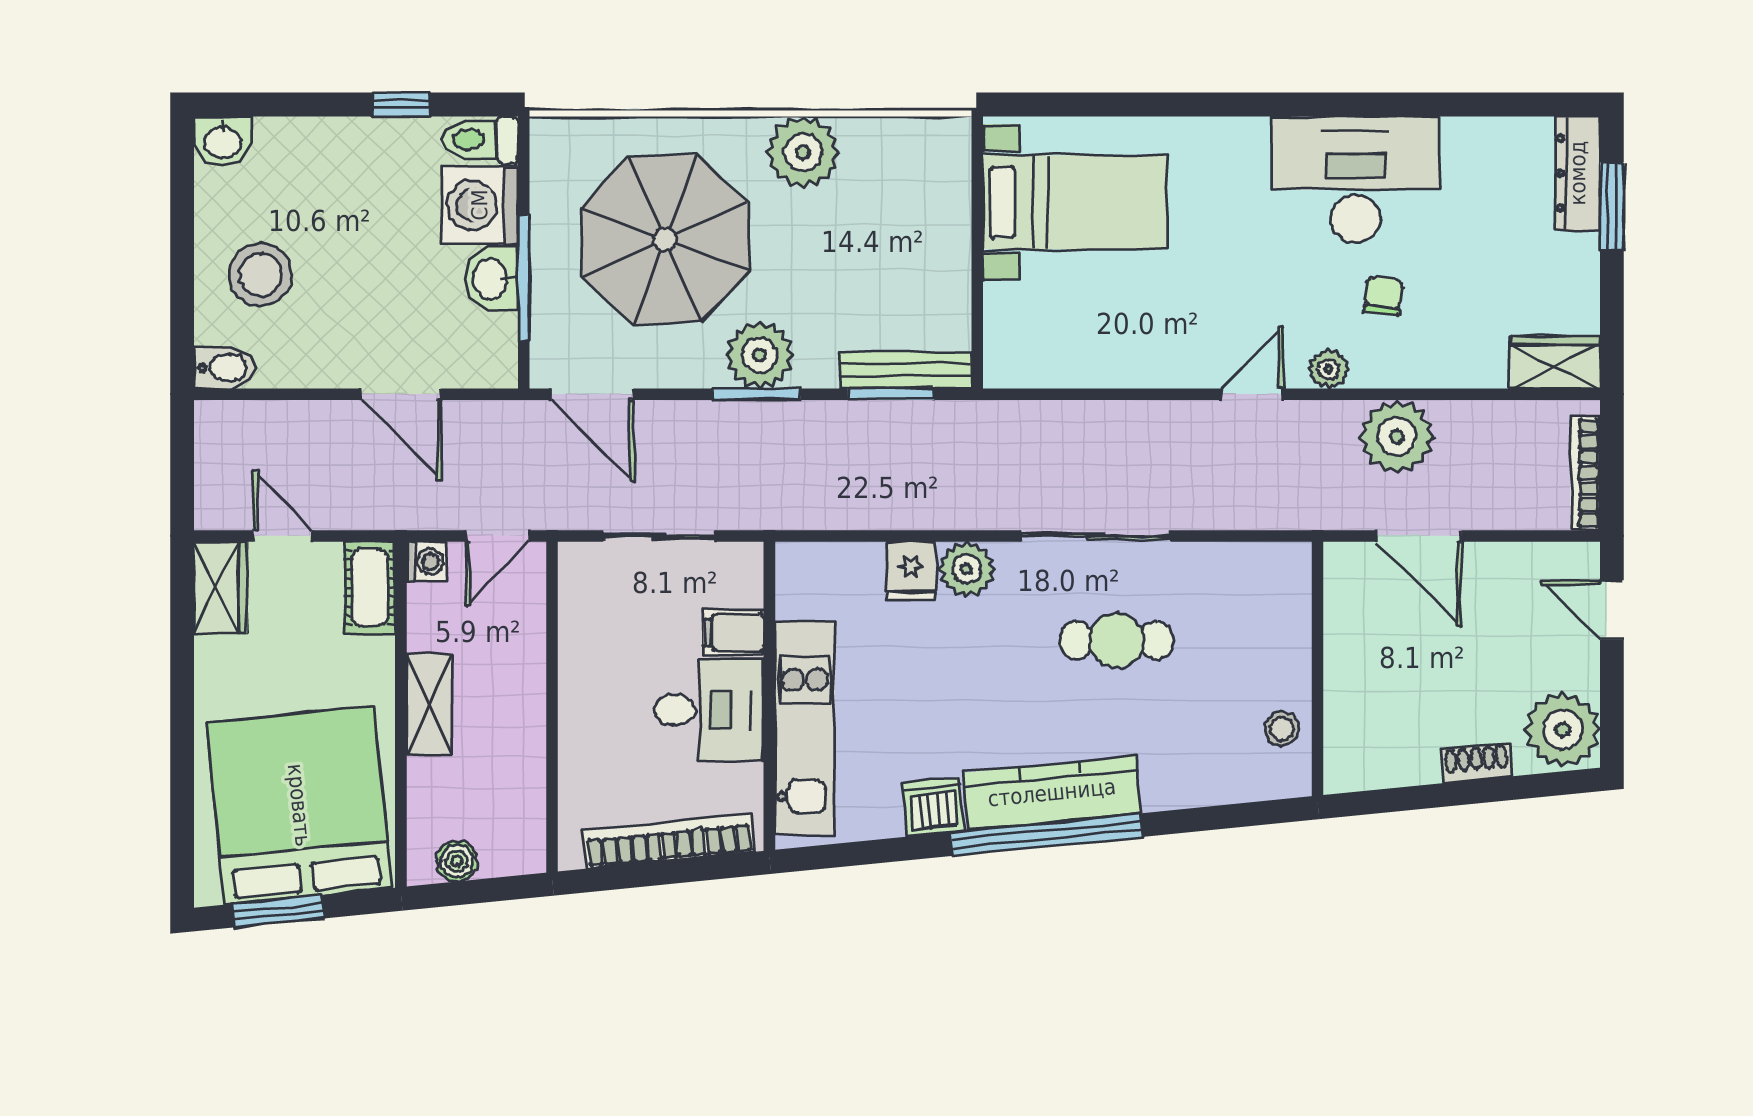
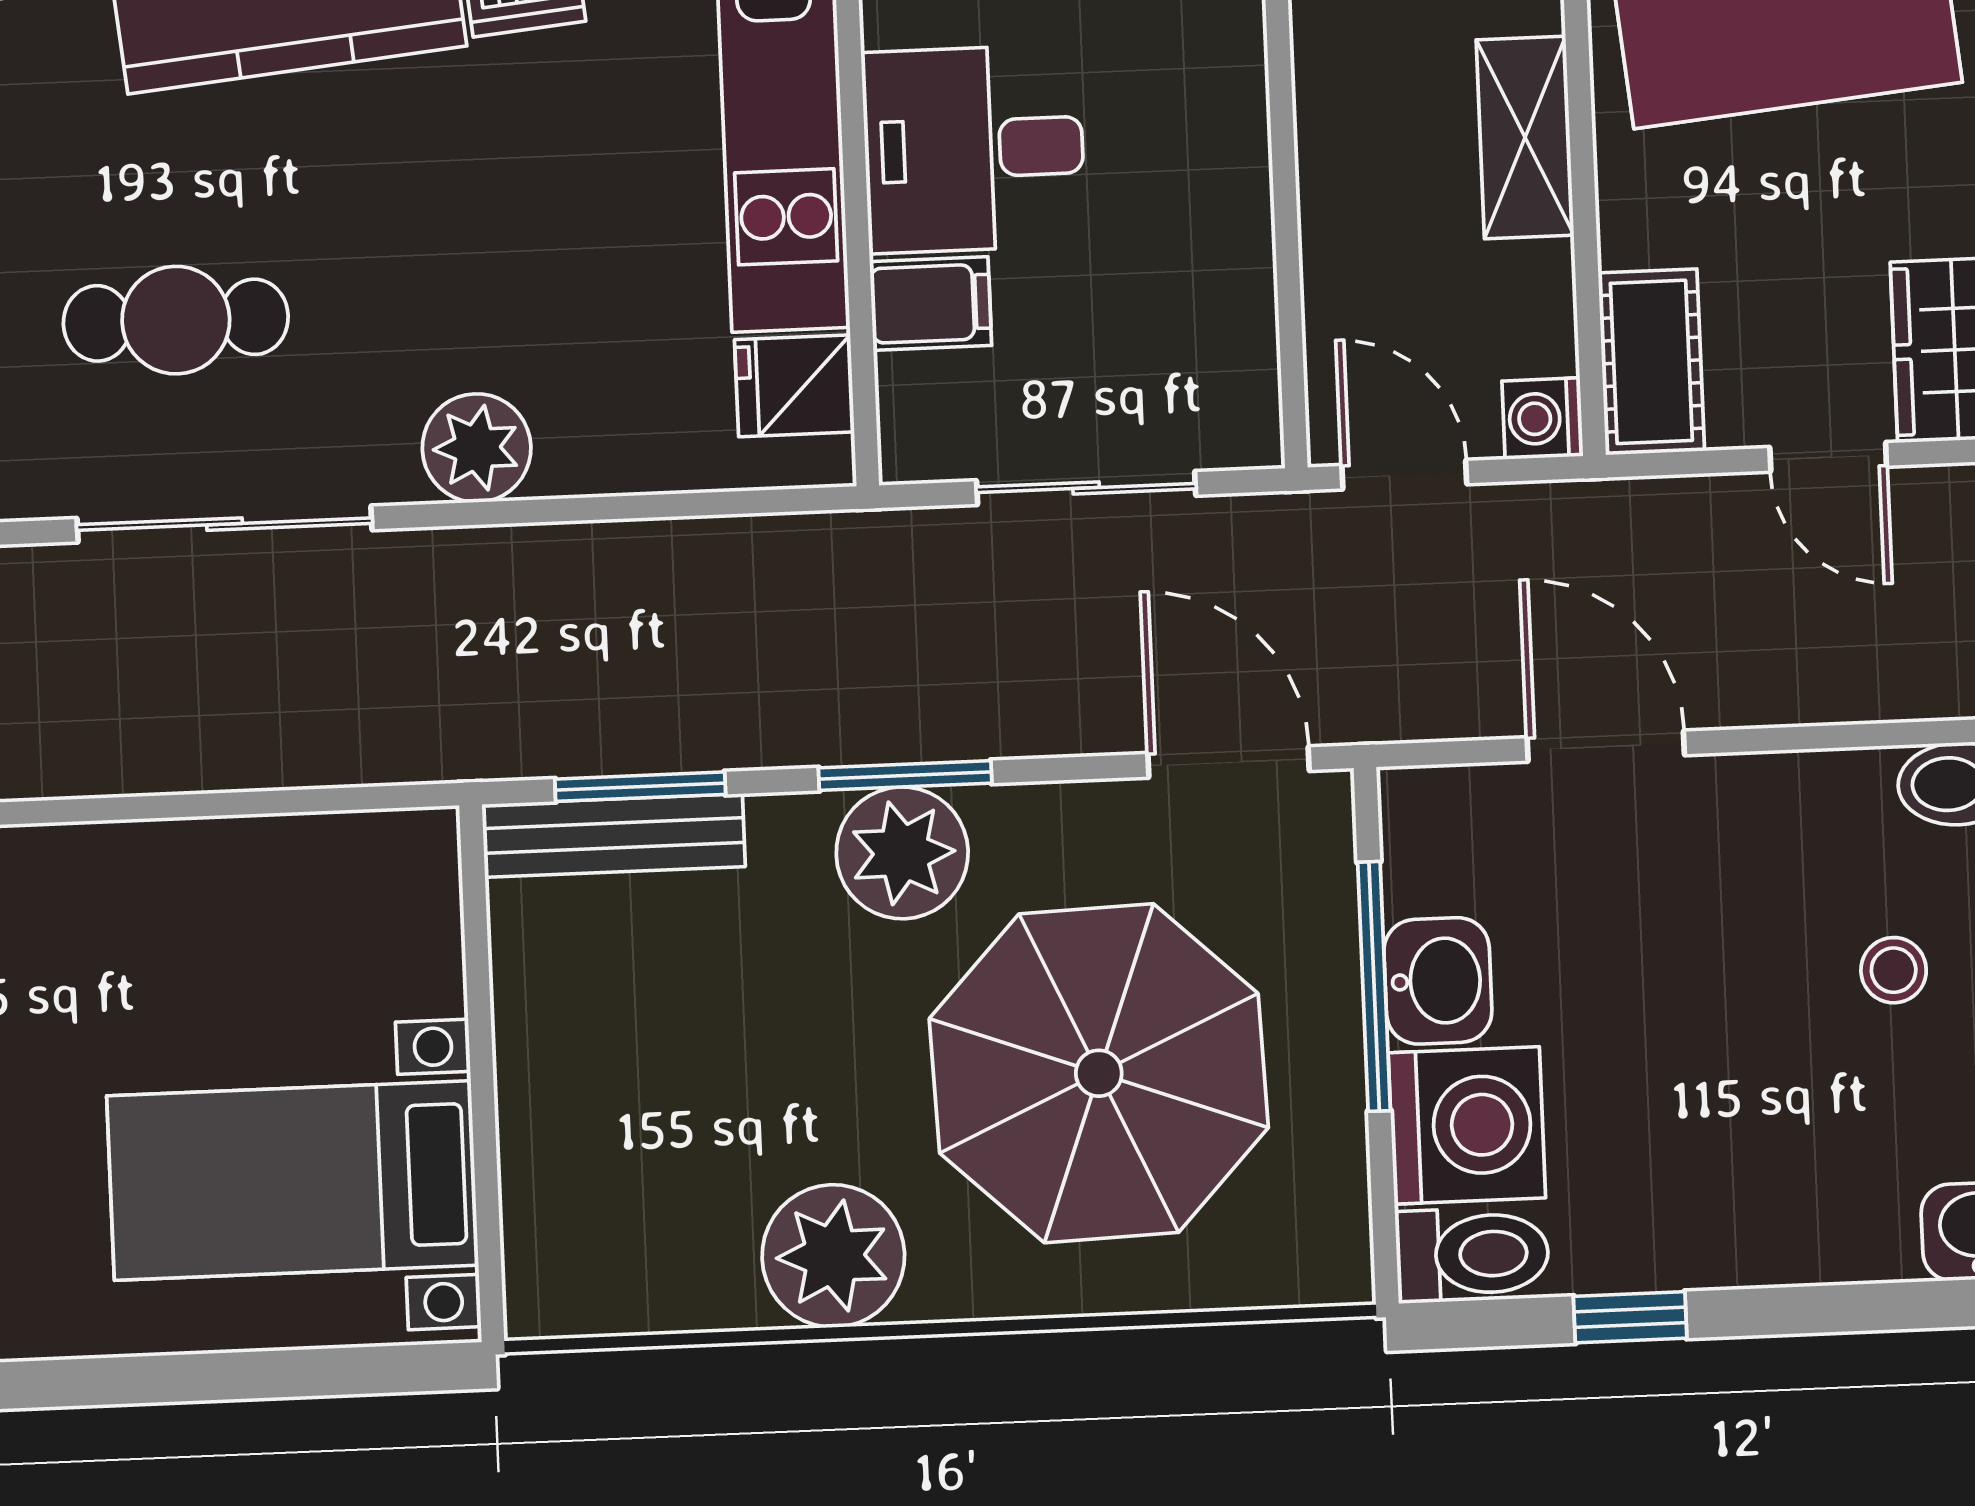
stool: (260, 275) -> (1894, 970), width x0.53, depth x0.53
door: (498, 536) -> (1404, 475), hinge flipped
fridge: (911, 571) -> (794, 386), moved, turned -90

